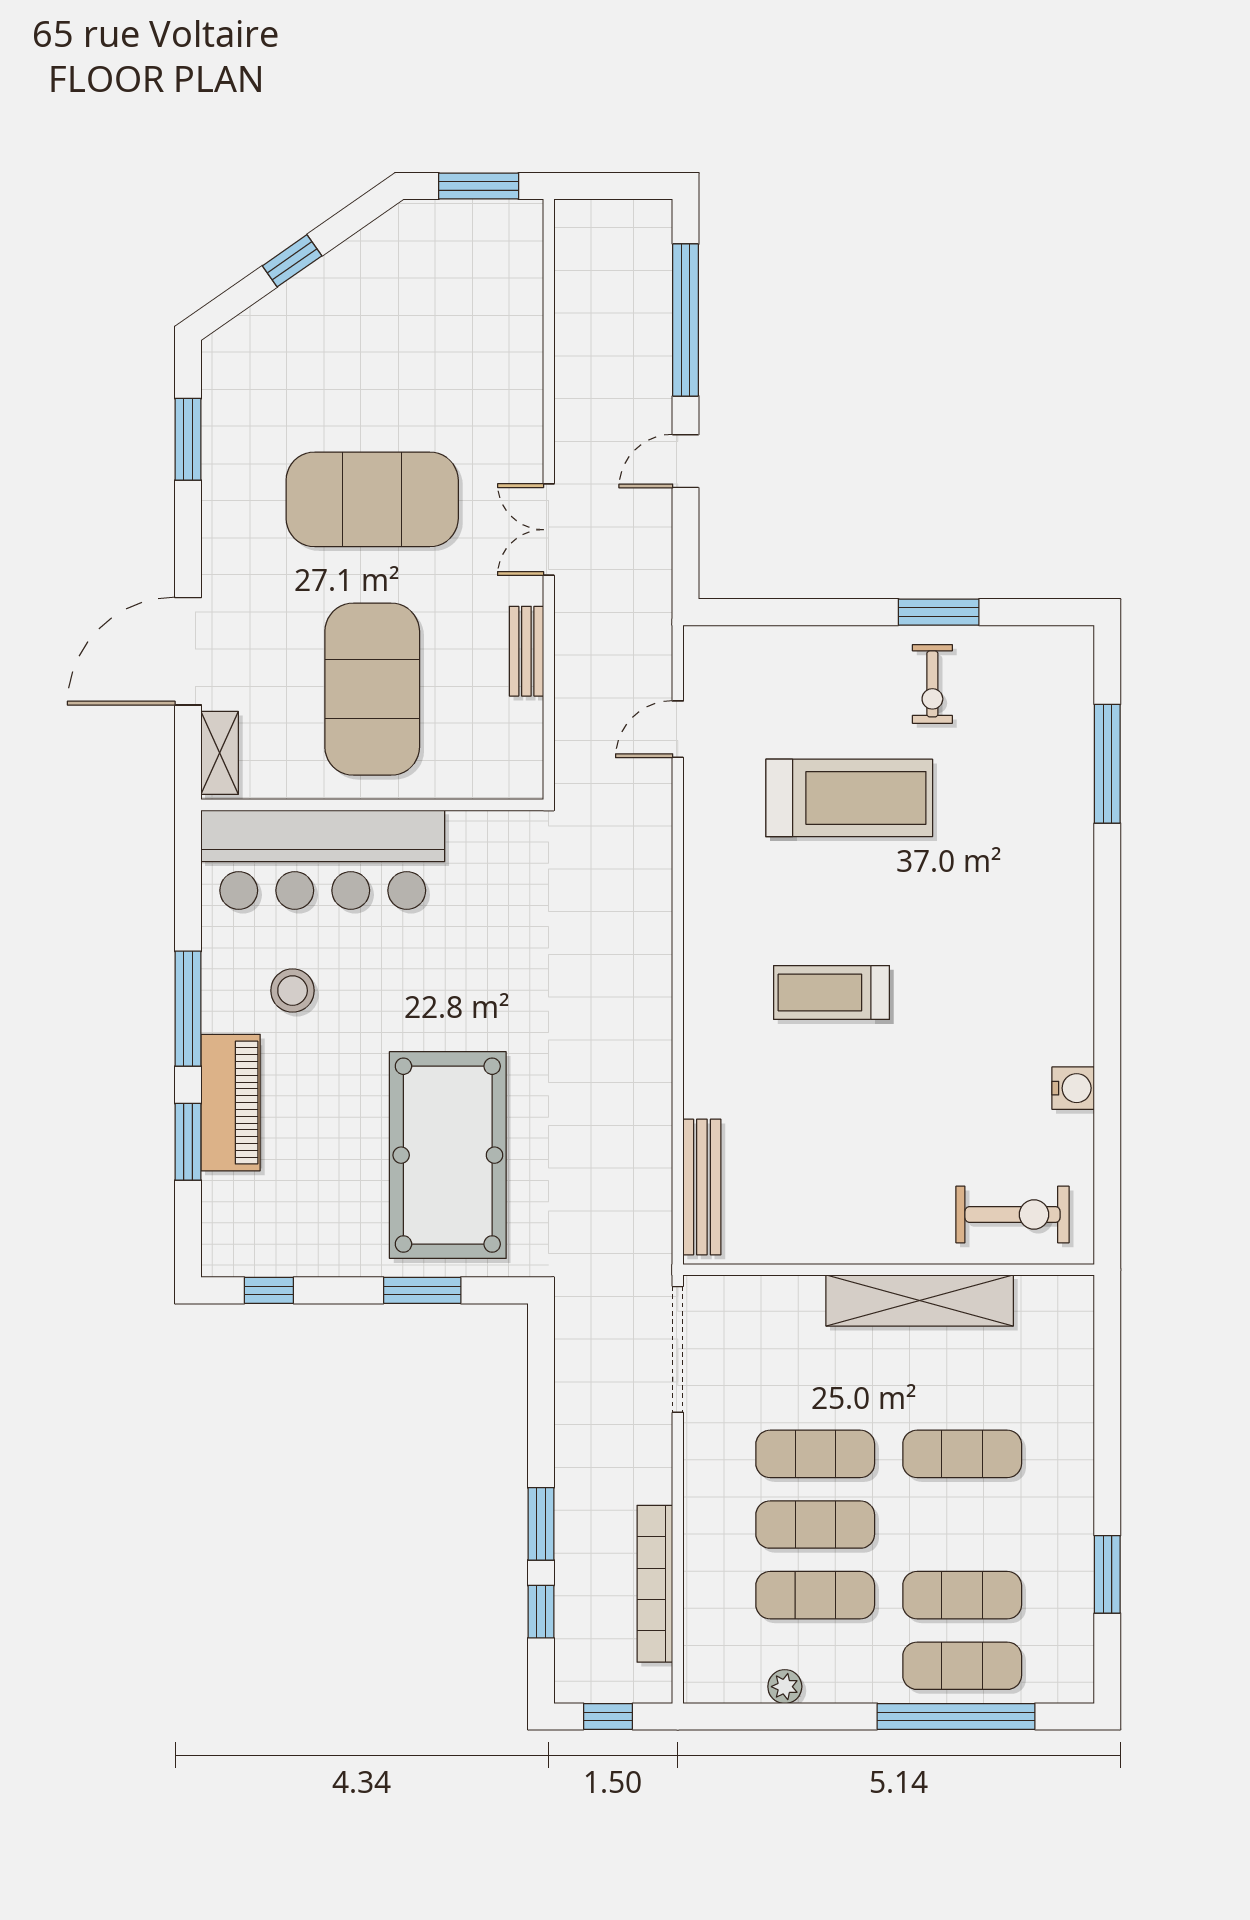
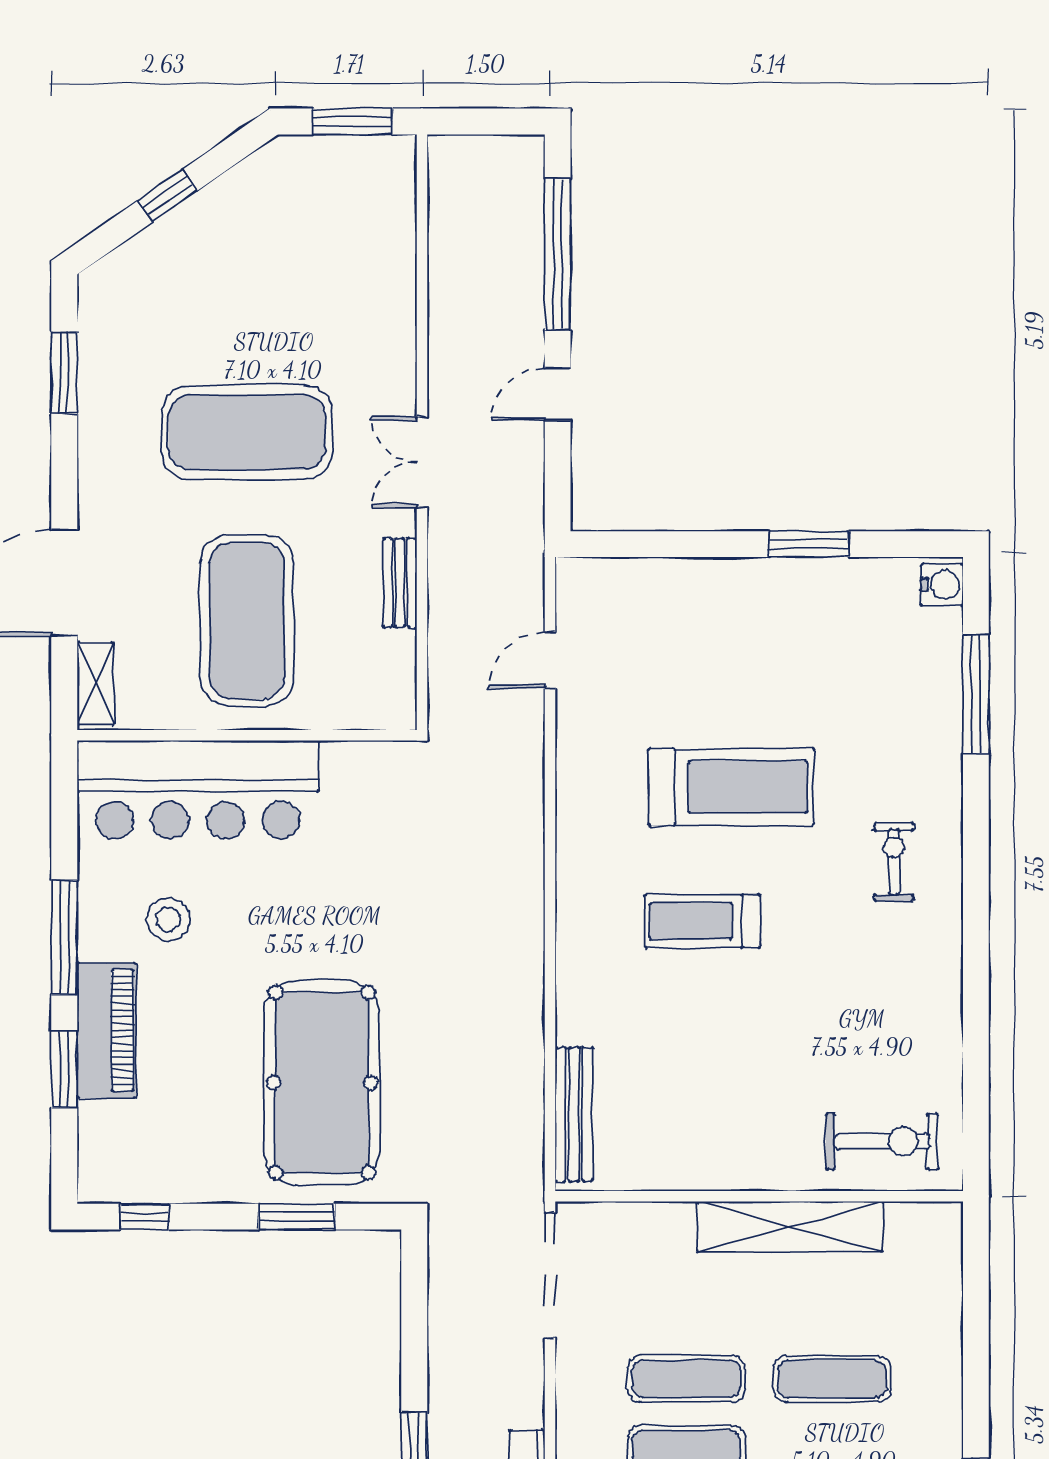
exercise bike: (932, 684) -> (894, 862), moved, turned 180
treadmill: (849, 798) -> (731, 787), moved
water cooler: (1073, 1088) -> (942, 585), moved

